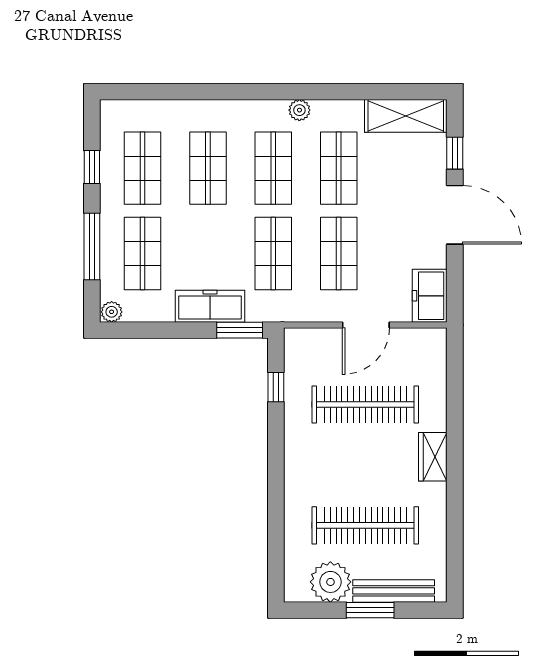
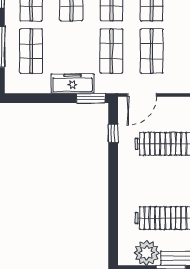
plant: (112, 312) -> (12, 87), removed
door: (366, 325) -> (142, 95), moved

